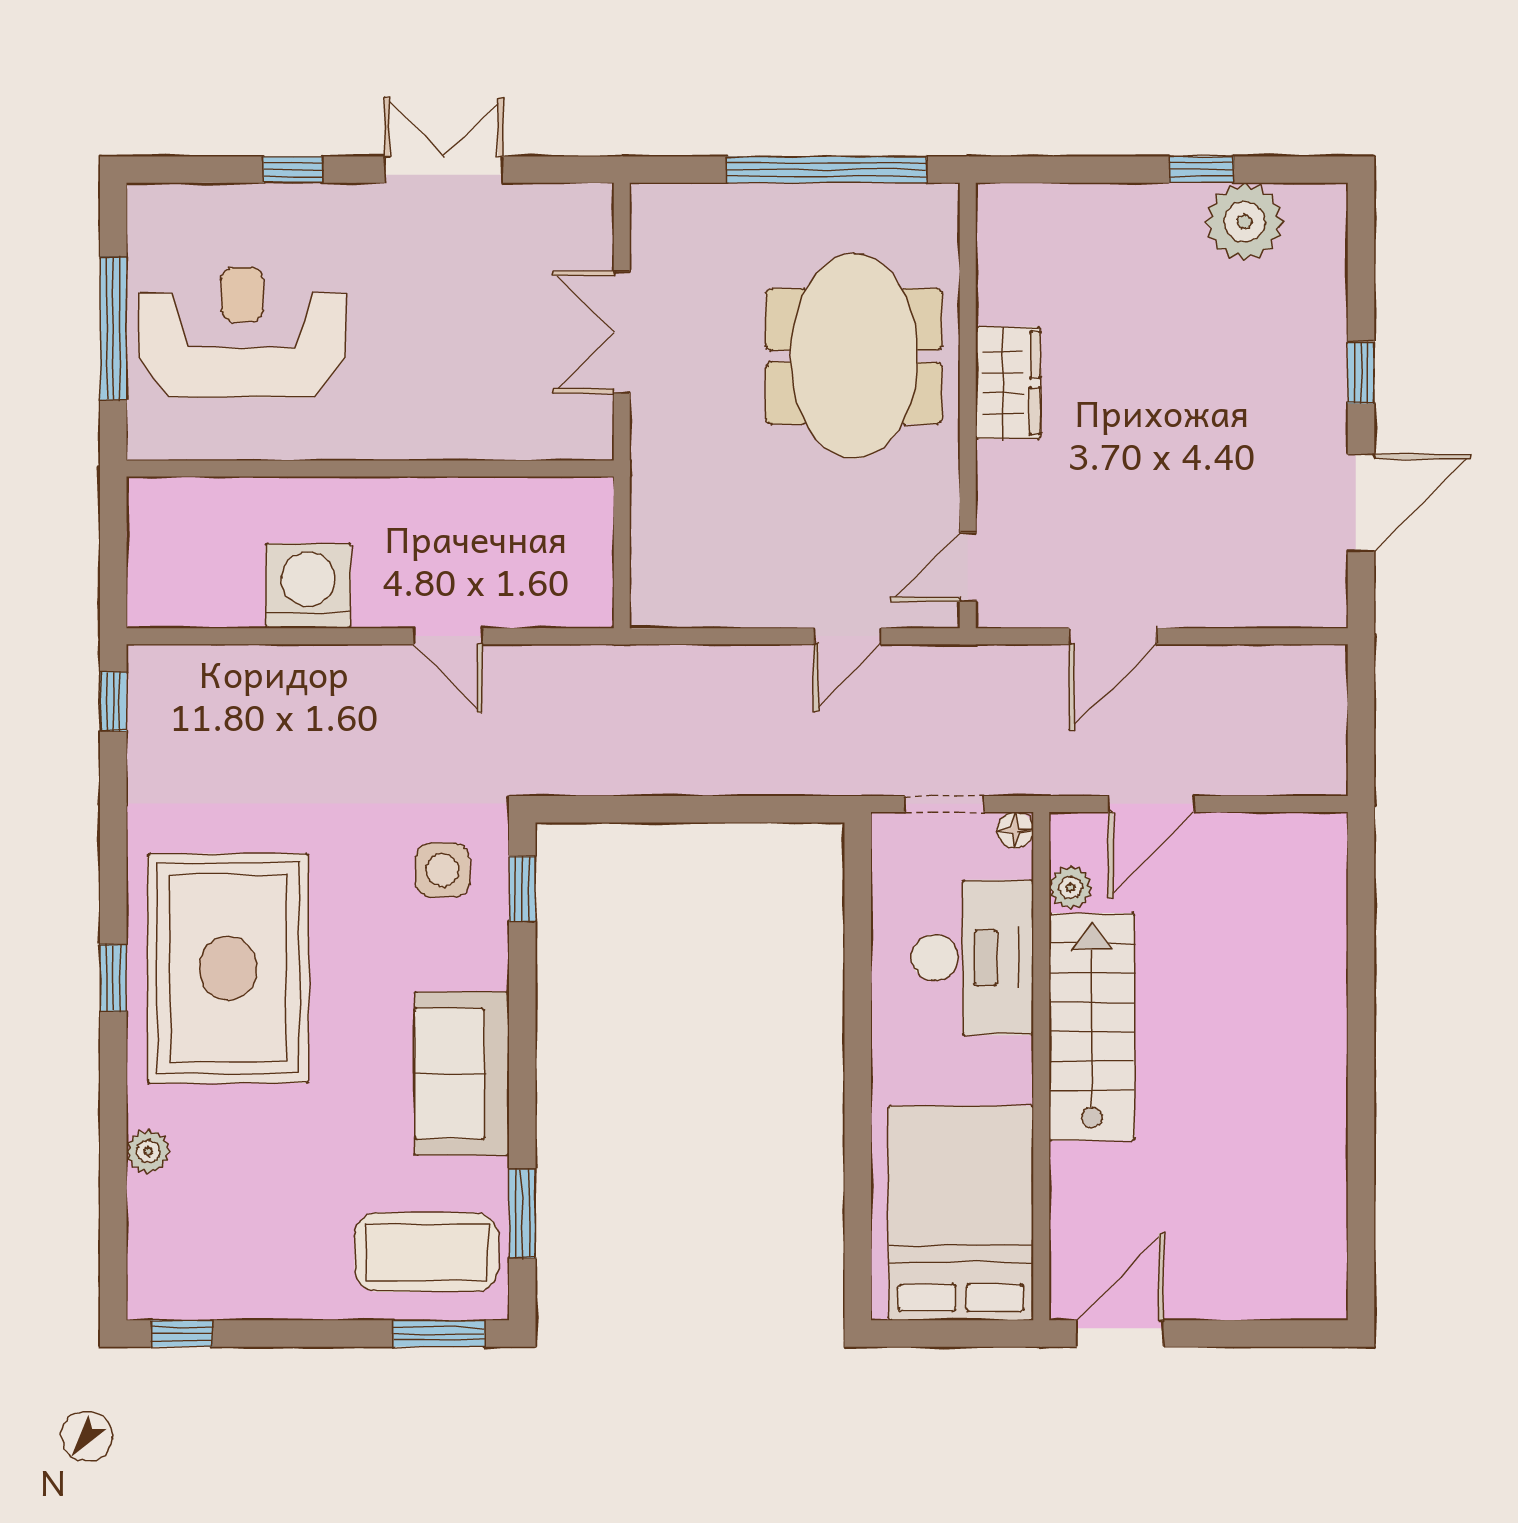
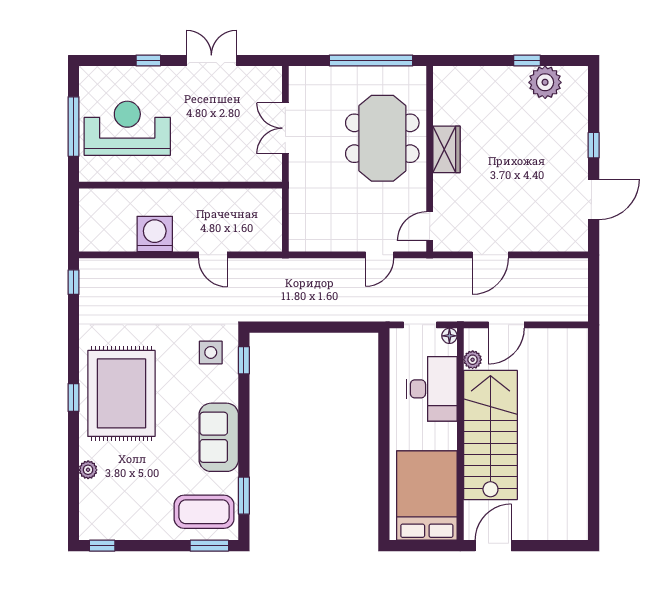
stairs: (1092, 1027) -> (490, 435), width x1.36, depth x1.51

